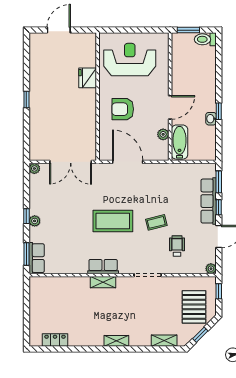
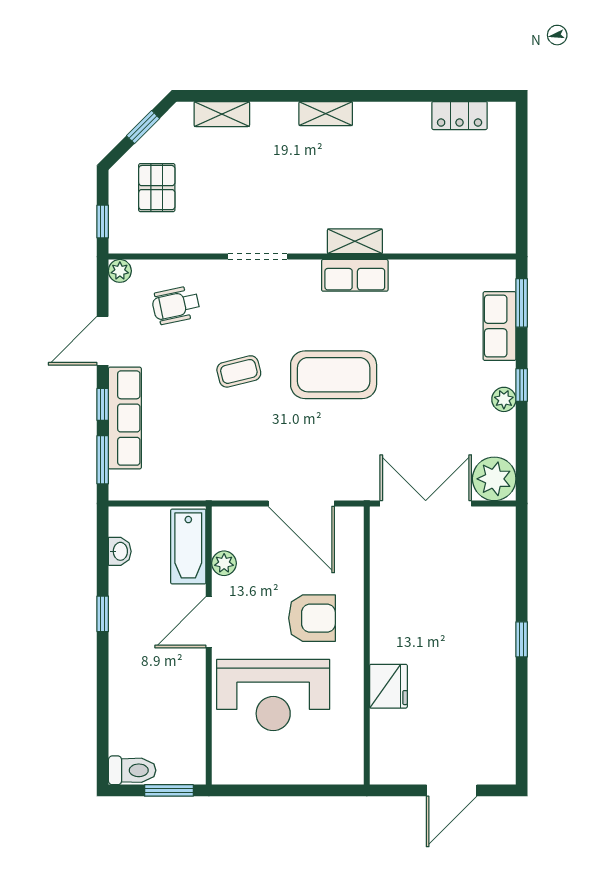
reception desk: (130, 60) -> (273, 695), moved
washbasin: (211, 119) -> (120, 551), moved
plant: (34, 168) -> (494, 479), width x1.88, depth x1.88
plant: (35, 221) -> (504, 399), moved
wheelchair: (177, 246) -> (176, 305), moved, turned 78
row of seats: (37, 258) -> (500, 326), moved
pallet: (194, 307) -> (157, 188), width x0.67, depth x0.71

